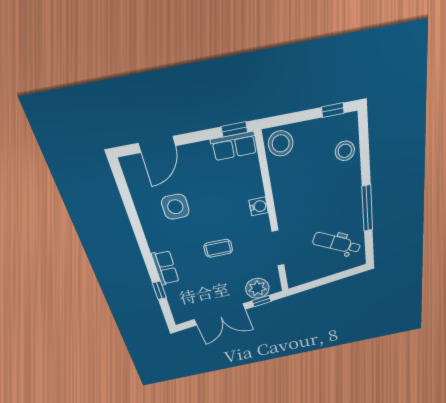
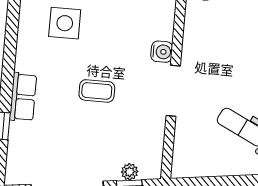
doorway: (278, 248) -> (173, 91), moved
plant: (257, 288) -> (130, 172), width x0.53, depth x0.53

